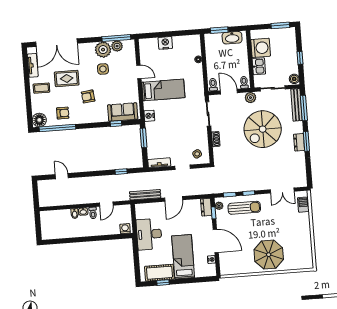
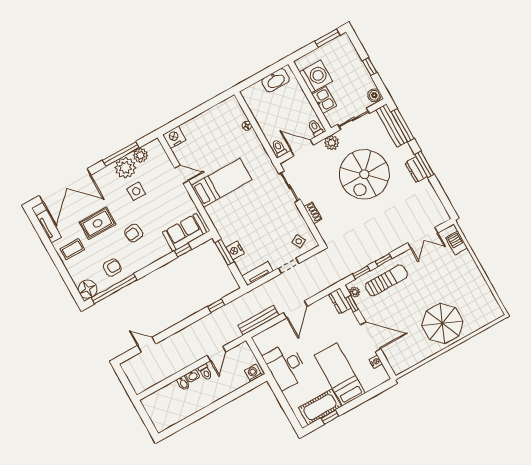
window: (219, 30) -> (256, 78), removed
window: (116, 38) -> (121, 154), moved
nightstand: (165, 43) -> (174, 137), moved
nightstand: (149, 116) -> (235, 250), moved

